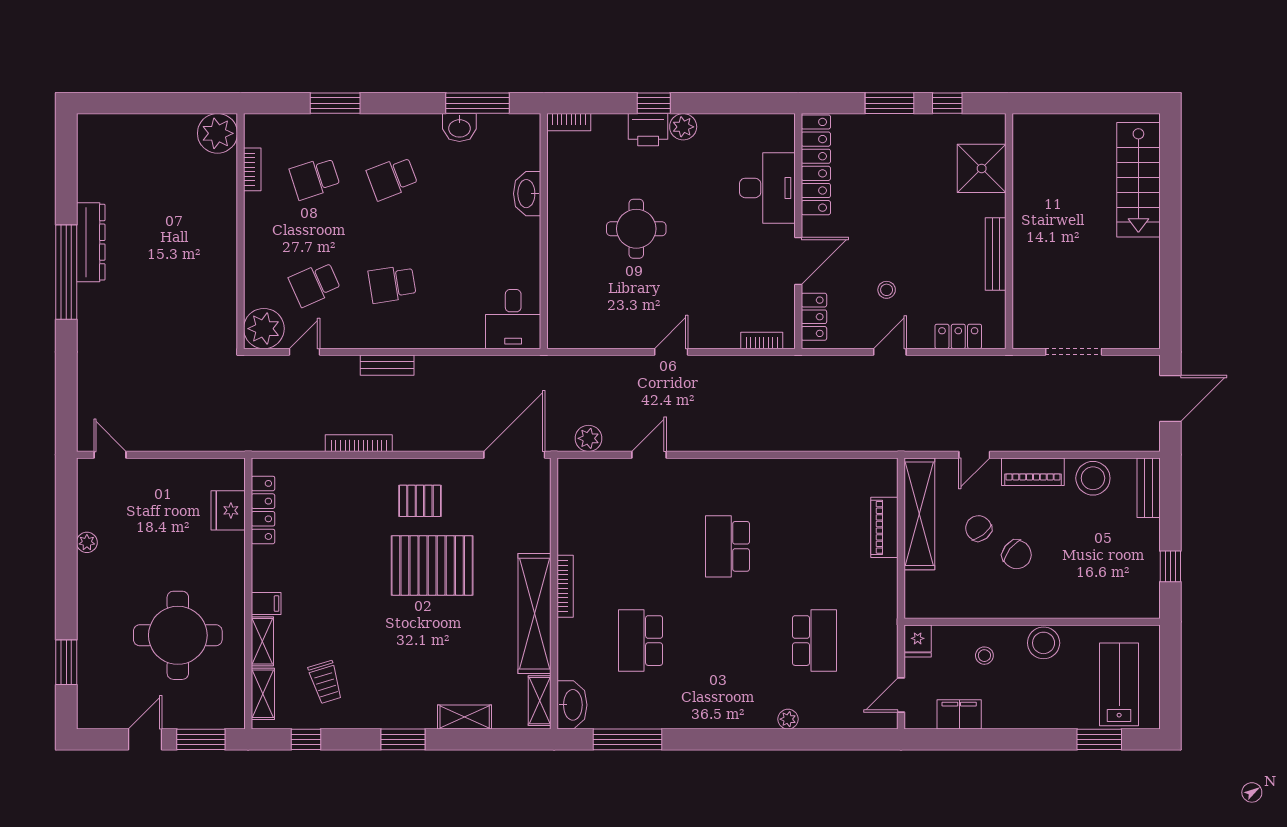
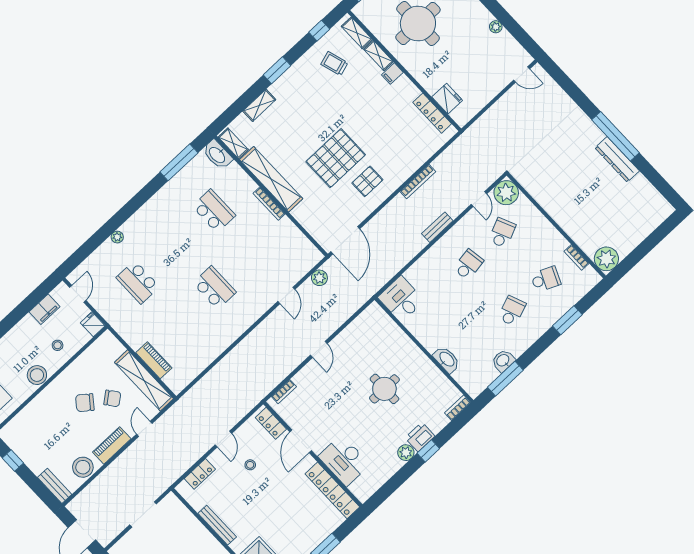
school desk: (315, 178) -> (546, 279), turned 42

